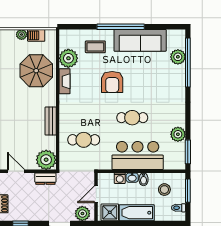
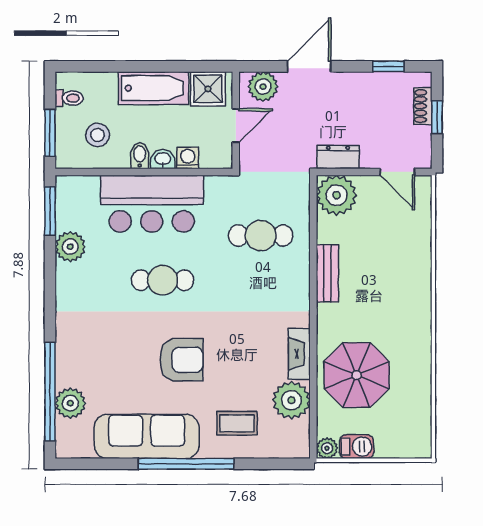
plant: (22, 35) -> (327, 448), moved
armchair: (112, 82) -> (181, 360), moved, turned 90

